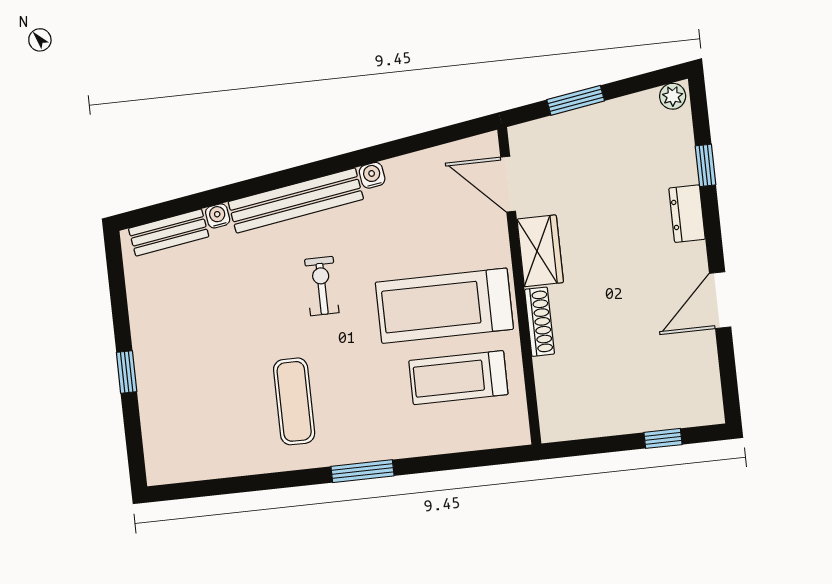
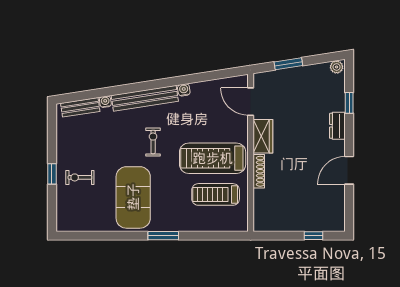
exercise bike: (183, 373) -> (80, 177), added
exercise mat: (294, 401) -> (133, 197), width x2.00, depth x1.45

